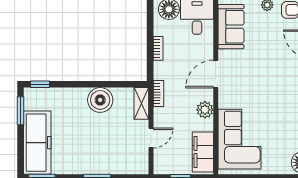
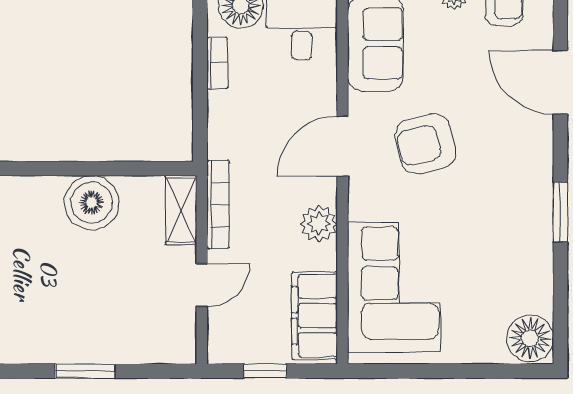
bookcase: (158, 48) -> (217, 63), moved
armchair: (254, 73) -> (426, 144), added
bookcase: (158, 93) -> (218, 204), width x1.56

